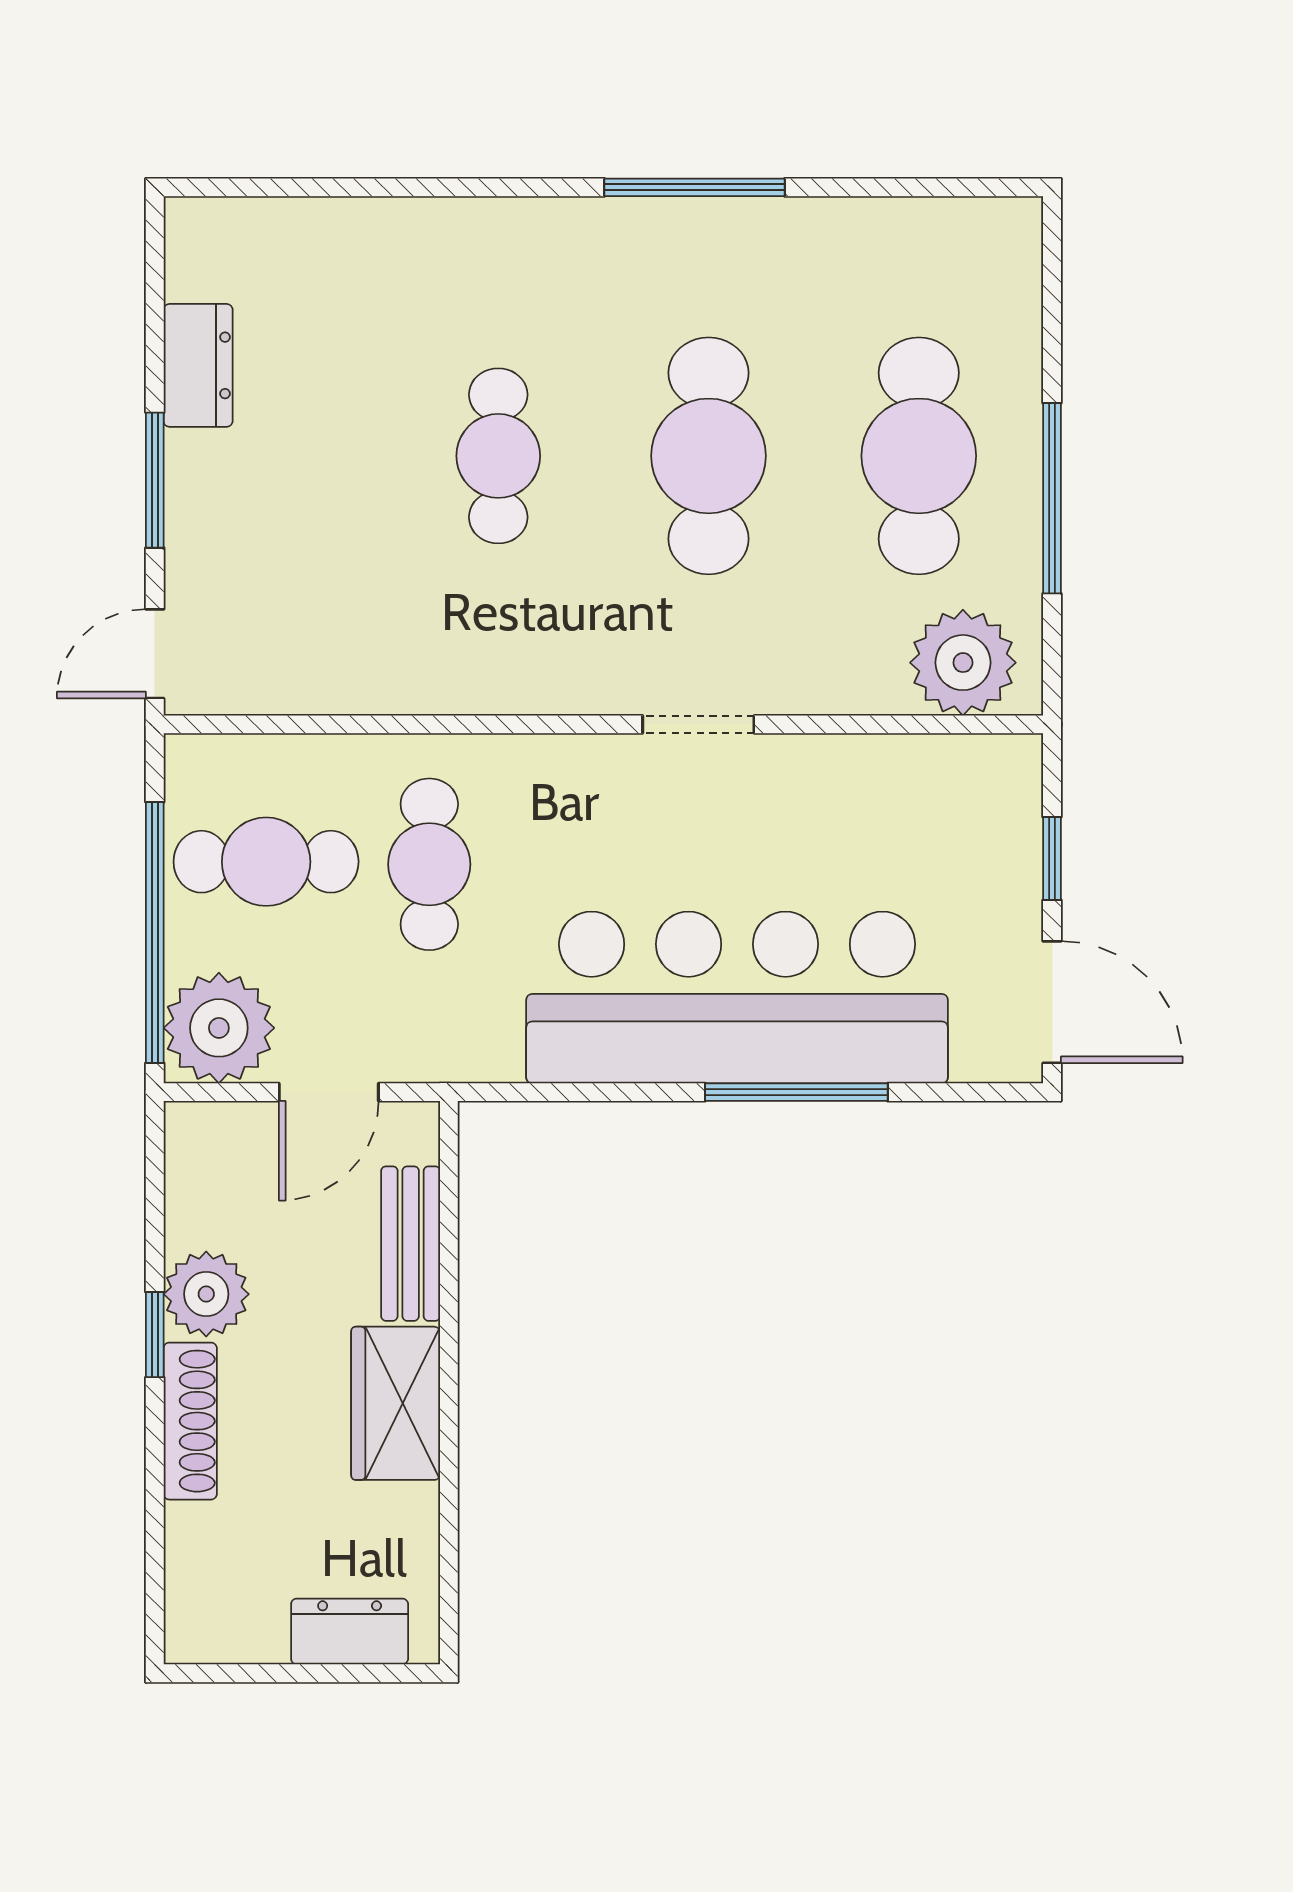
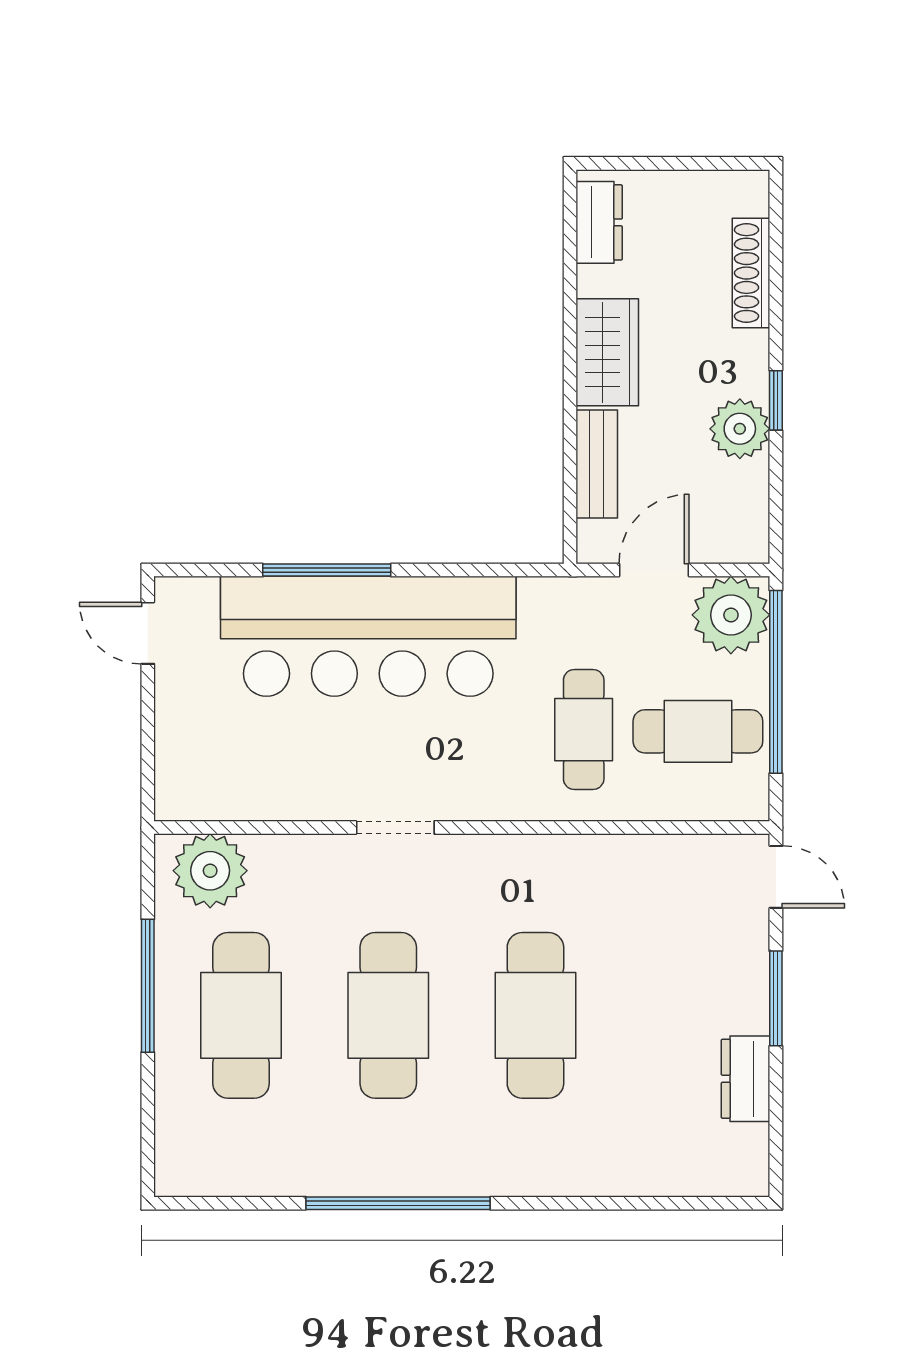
window: (695, 187) -> (398, 1203), width x1.46
cafe table: (498, 456) -> (535, 1015), width x1.37, depth x1.35
door: (155, 654) -> (776, 877), hinge flipped
window: (1052, 859) -> (148, 734), removed
door: (1052, 1002) -> (148, 633), width x0.73
shoe rack: (190, 1421) -> (751, 273), moved
dresser: (350, 1631) -> (599, 222), moved, turned -90

